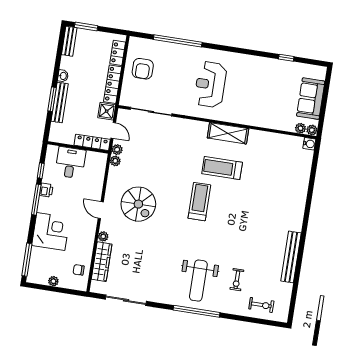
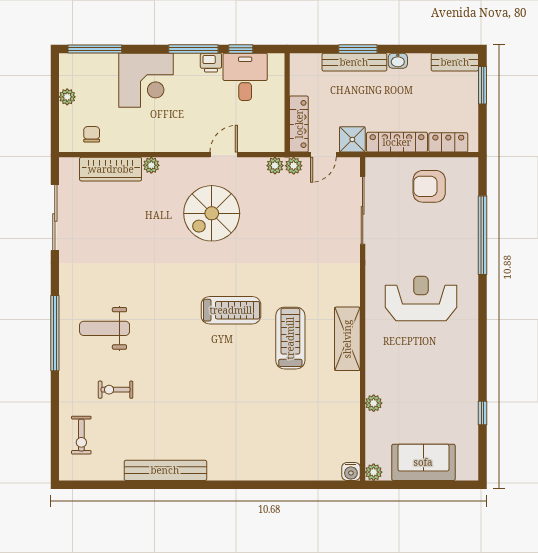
plant: (300, 128) -> (374, 403), moved
desk: (70, 163) -> (245, 77), moved, turned -90
door: (101, 210) -> (224, 155), moved
weight bench: (198, 281) -> (105, 328), width x0.73, depth x0.75

